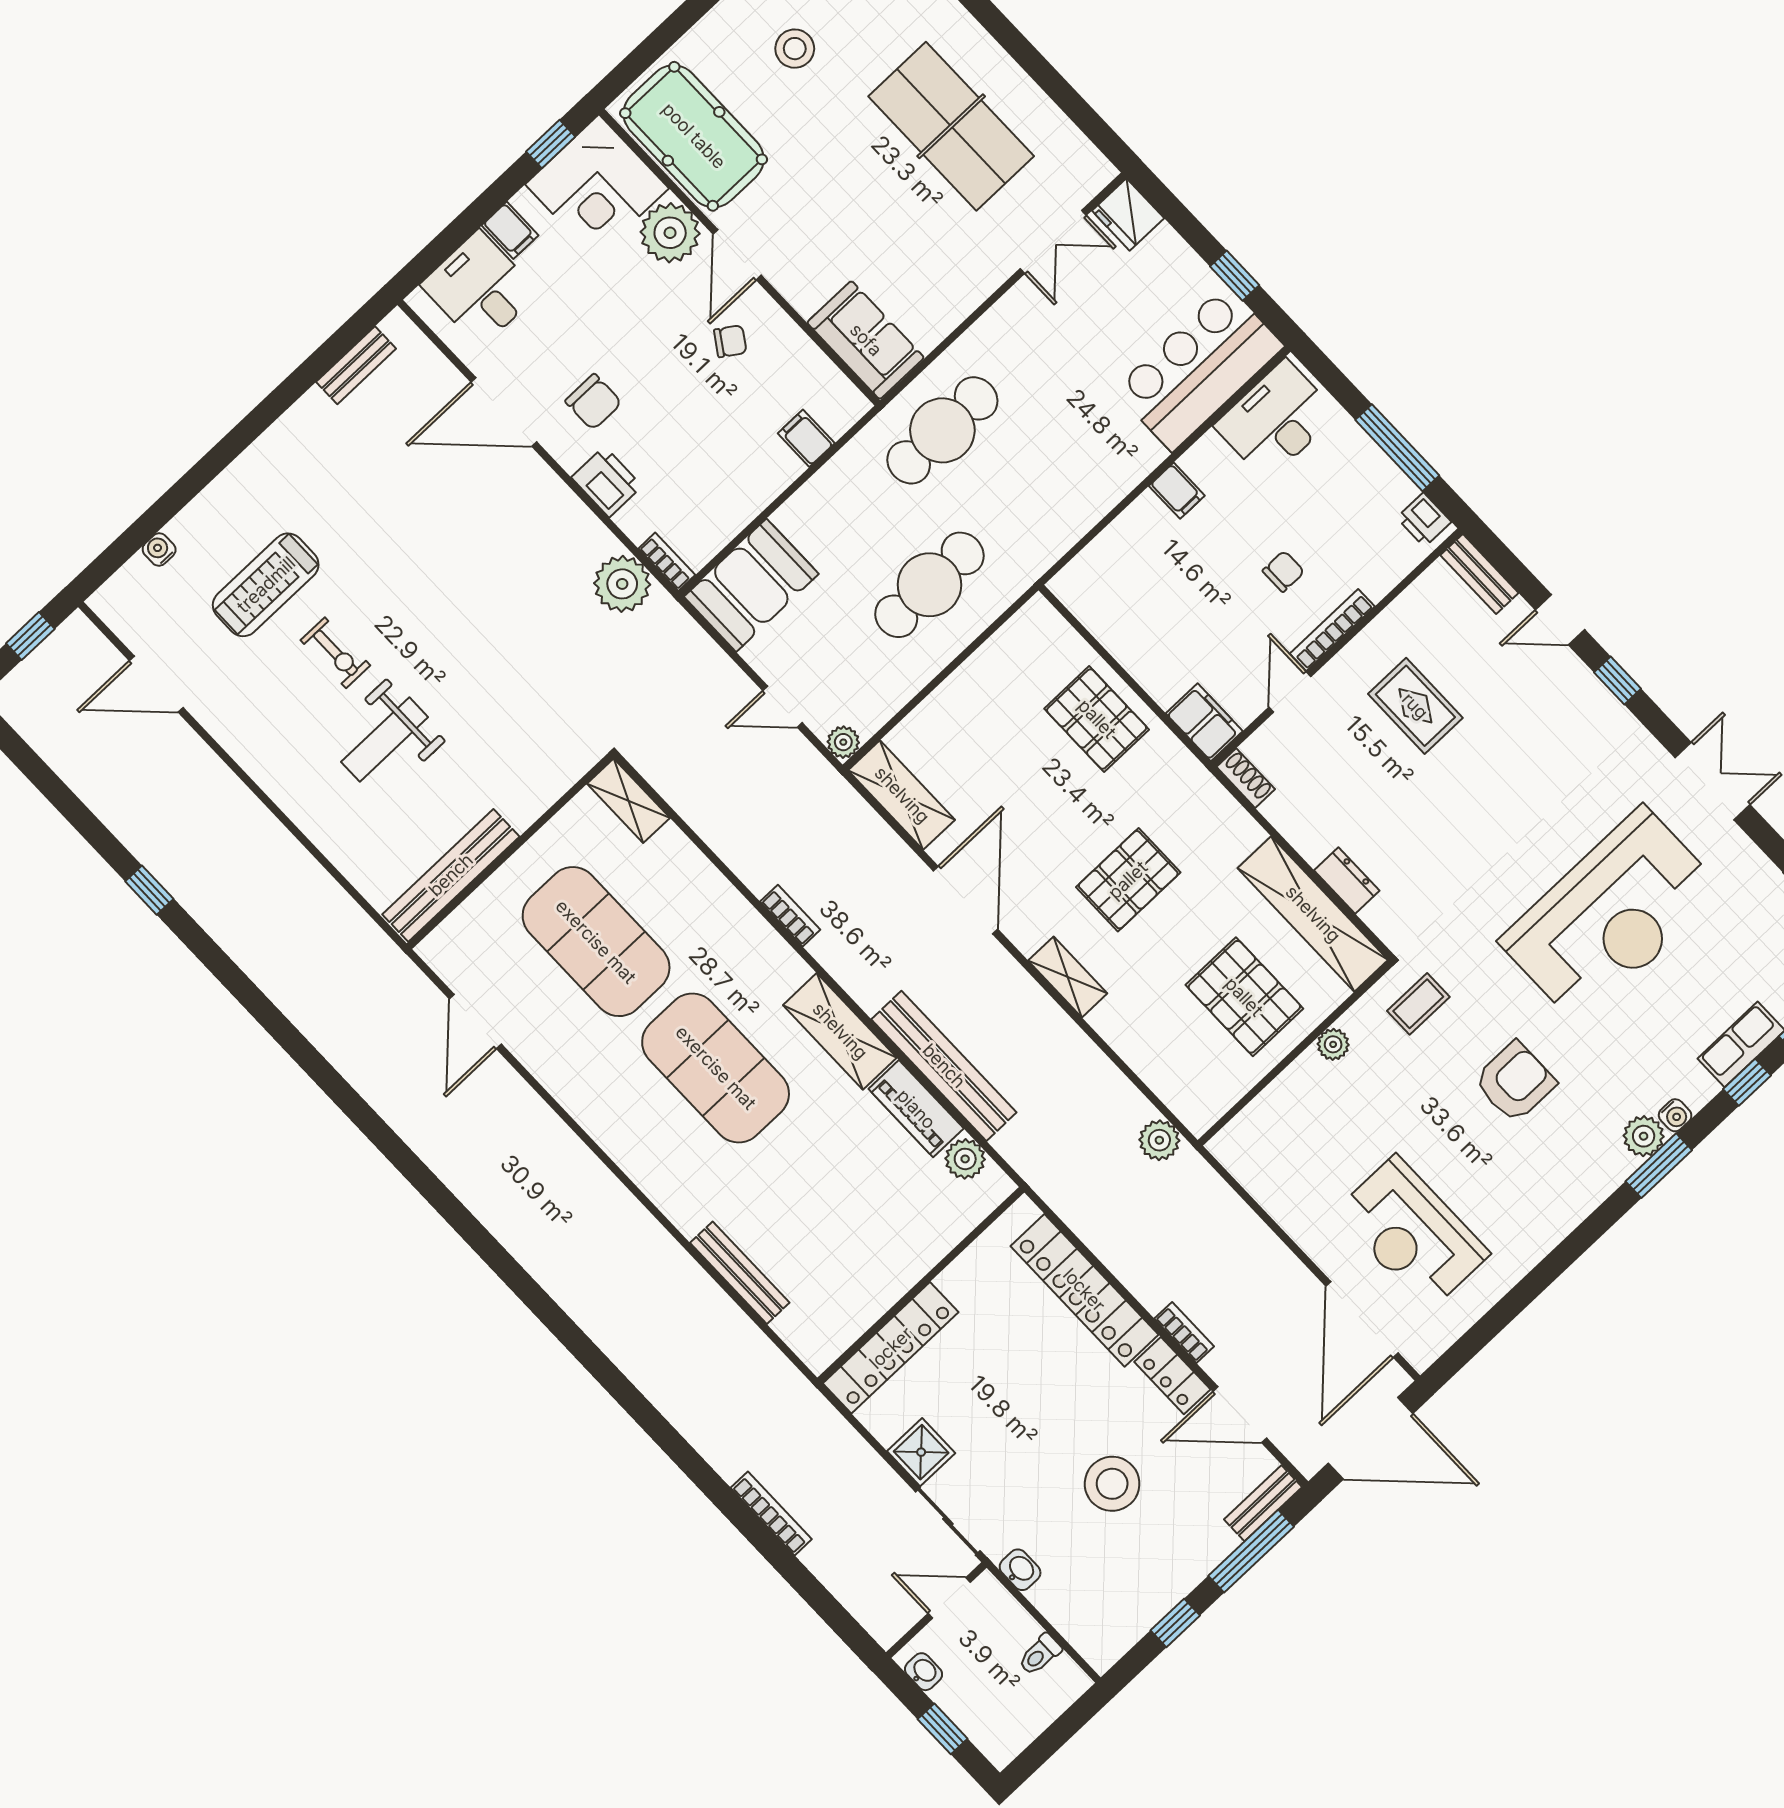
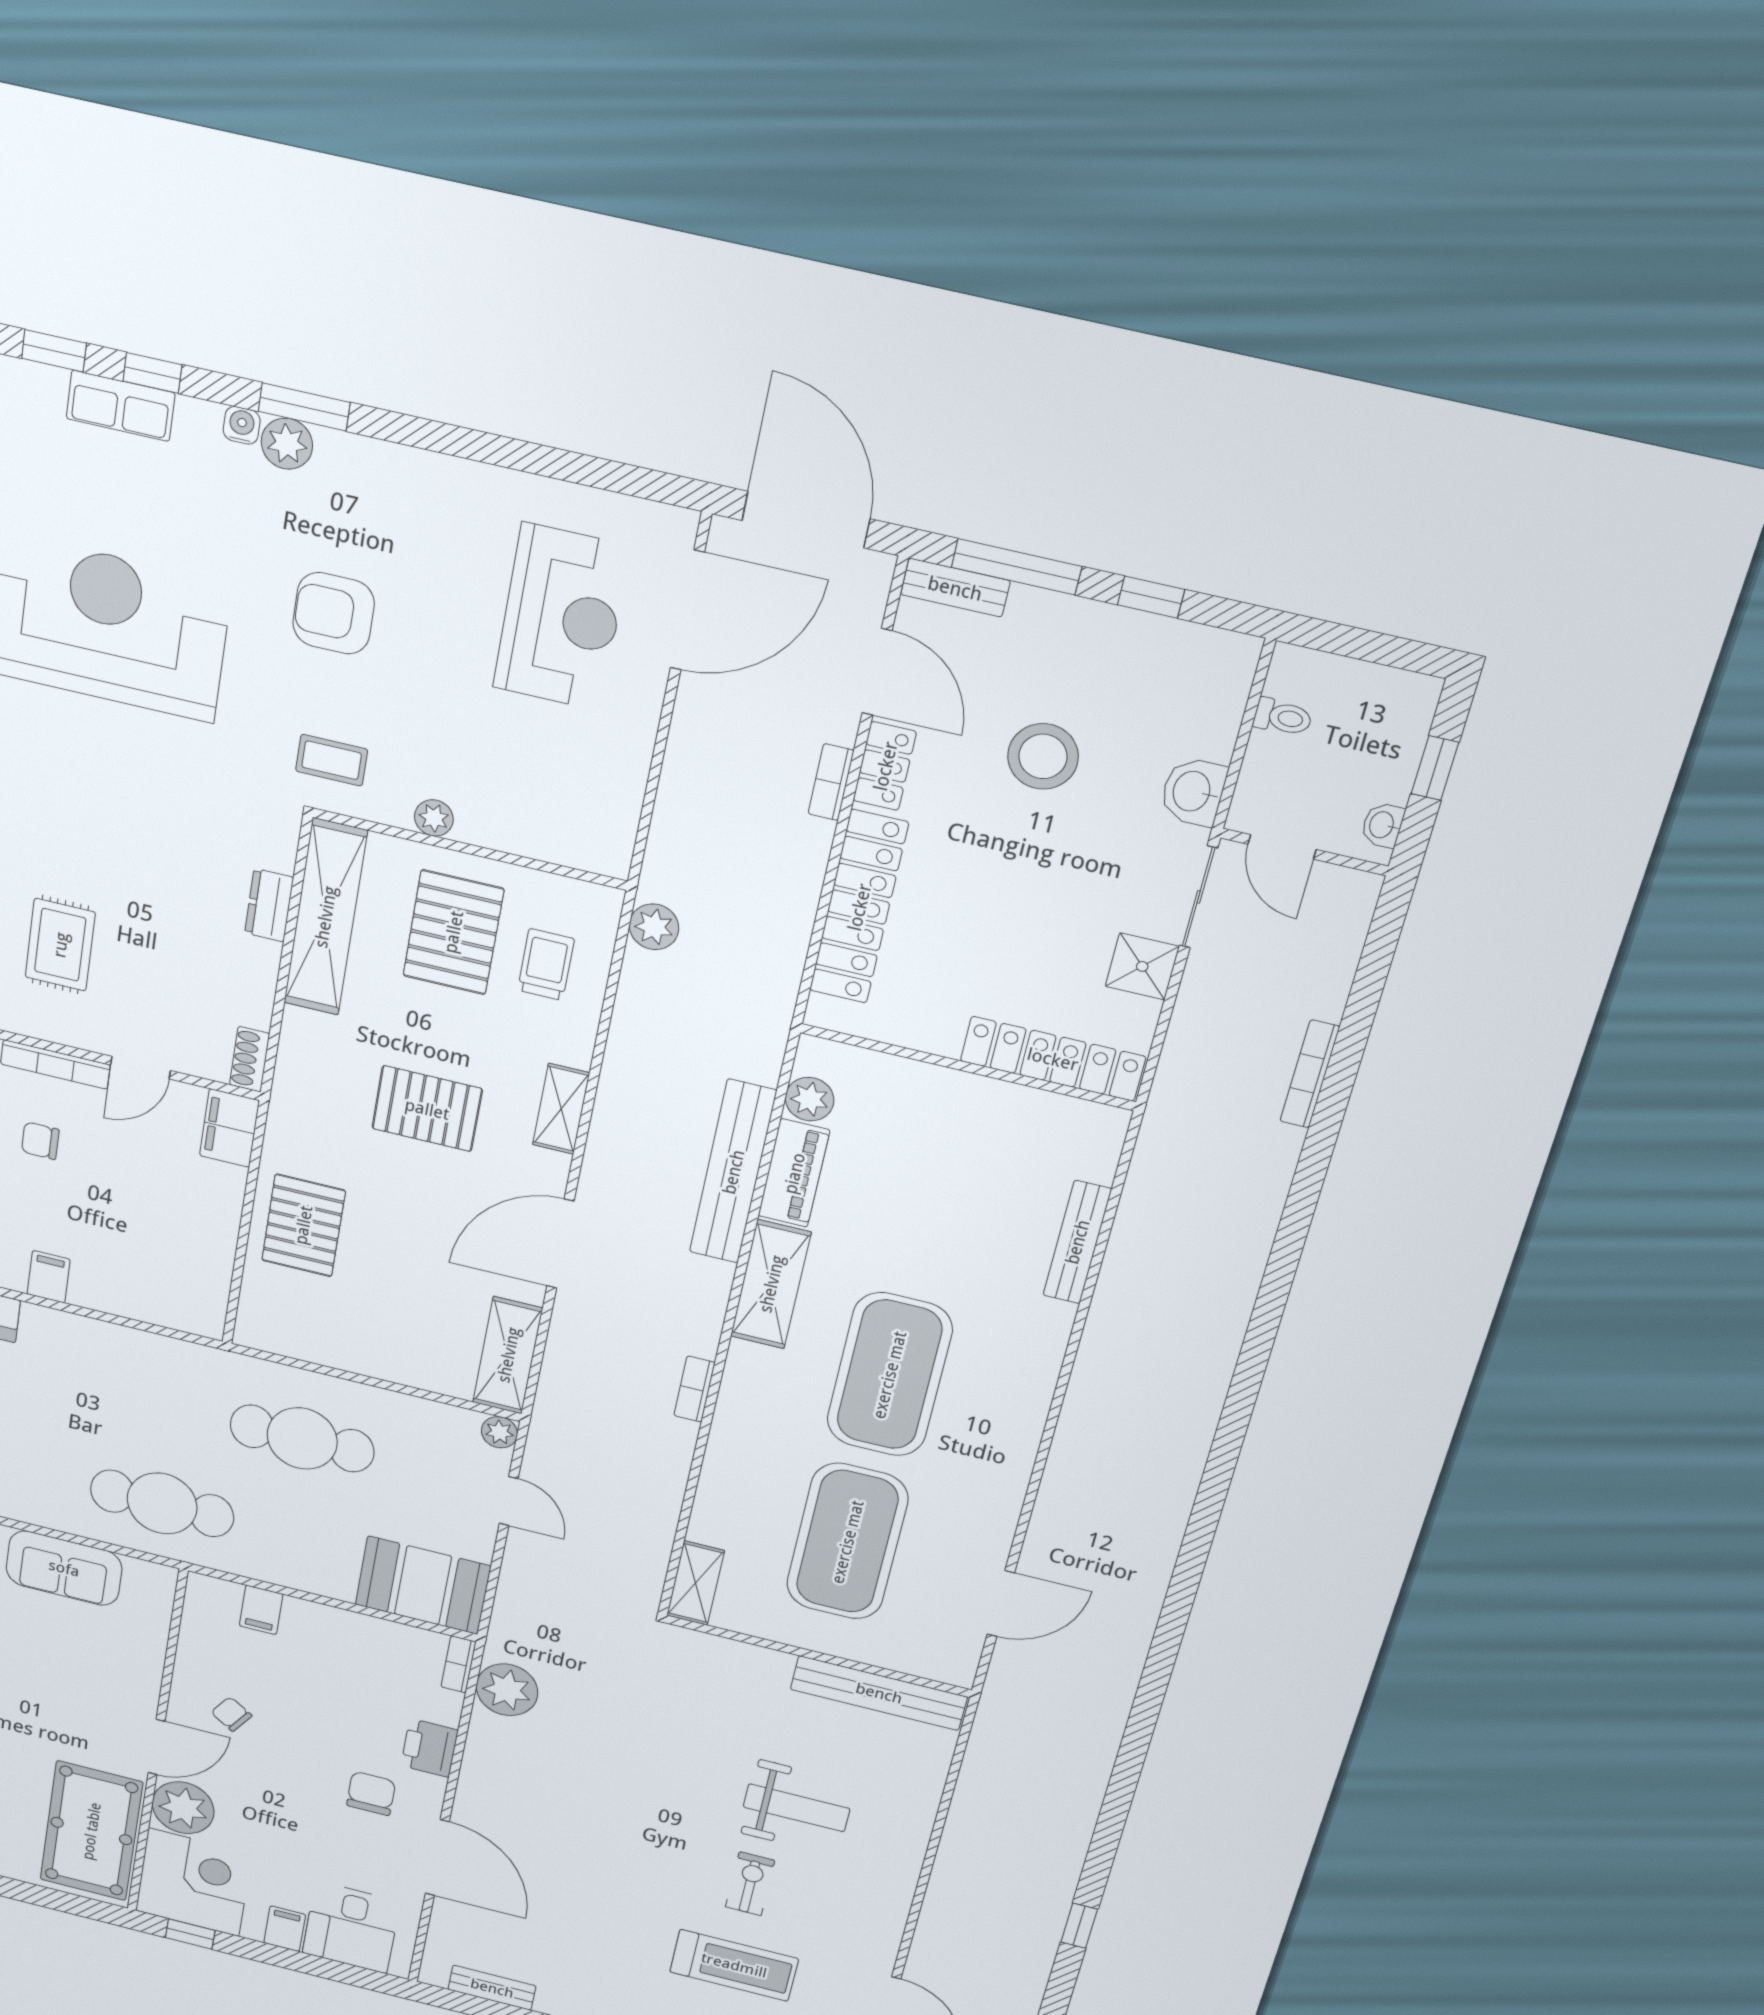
sofa: (866, 340) -> (64, 1568), moved, turned -90
trolley: (1180, 1045) -> (546, 965), added
washbasin: (1020, 1570) -> (1193, 792), width x1.38, depth x1.45

